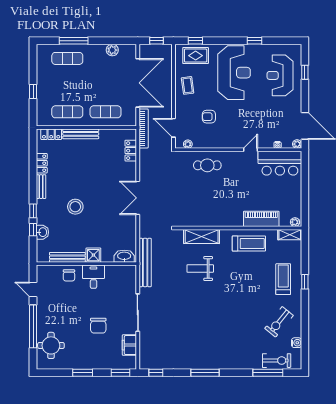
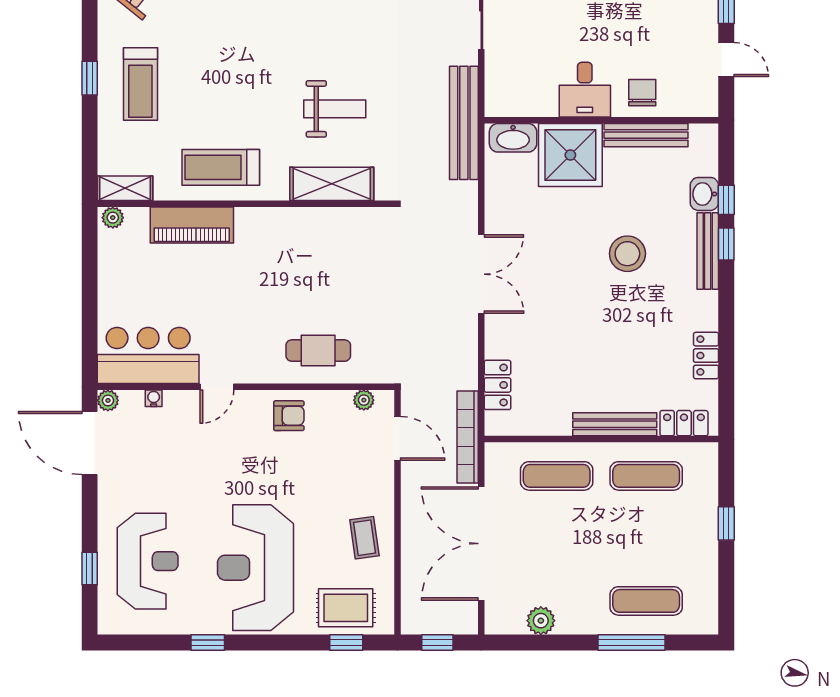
armchair: (209, 117) -> (289, 416), moved
bench: (41, 187) -> (708, 251), moved, width x1.36
shower: (93, 255) -> (570, 155), width x1.86, depth x1.86

